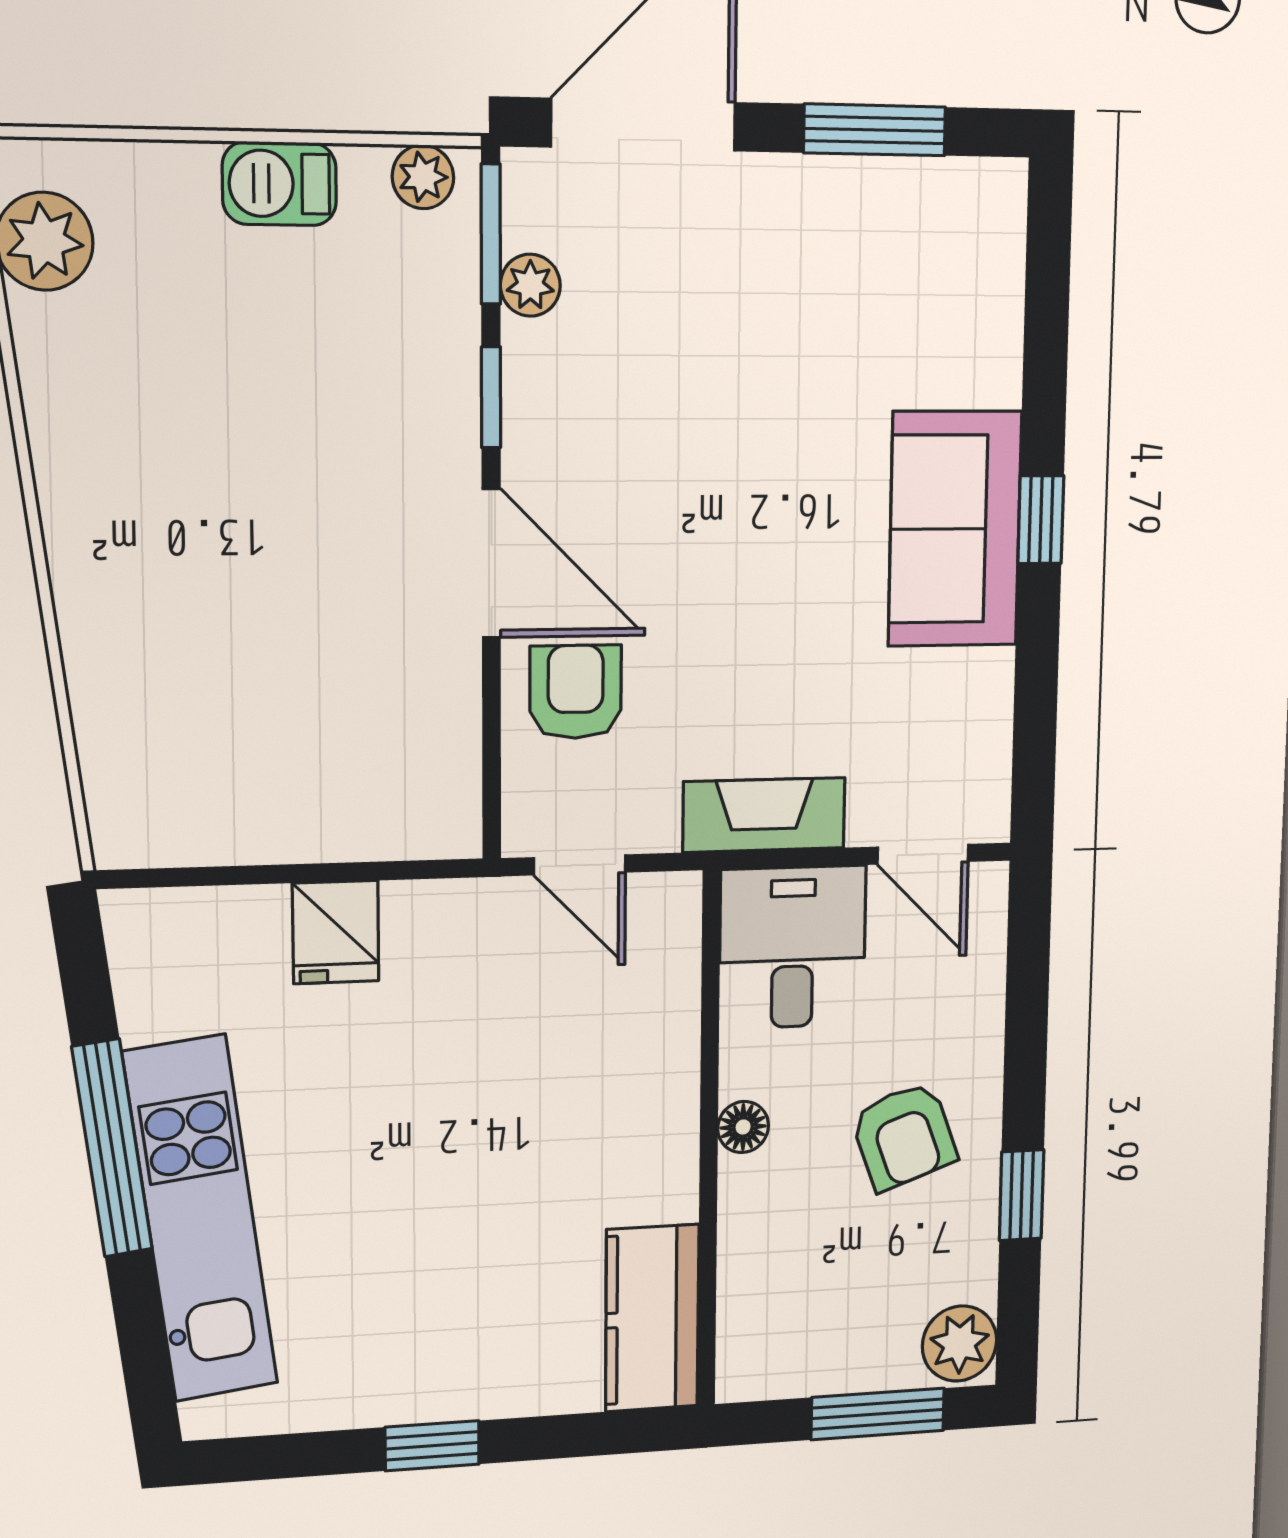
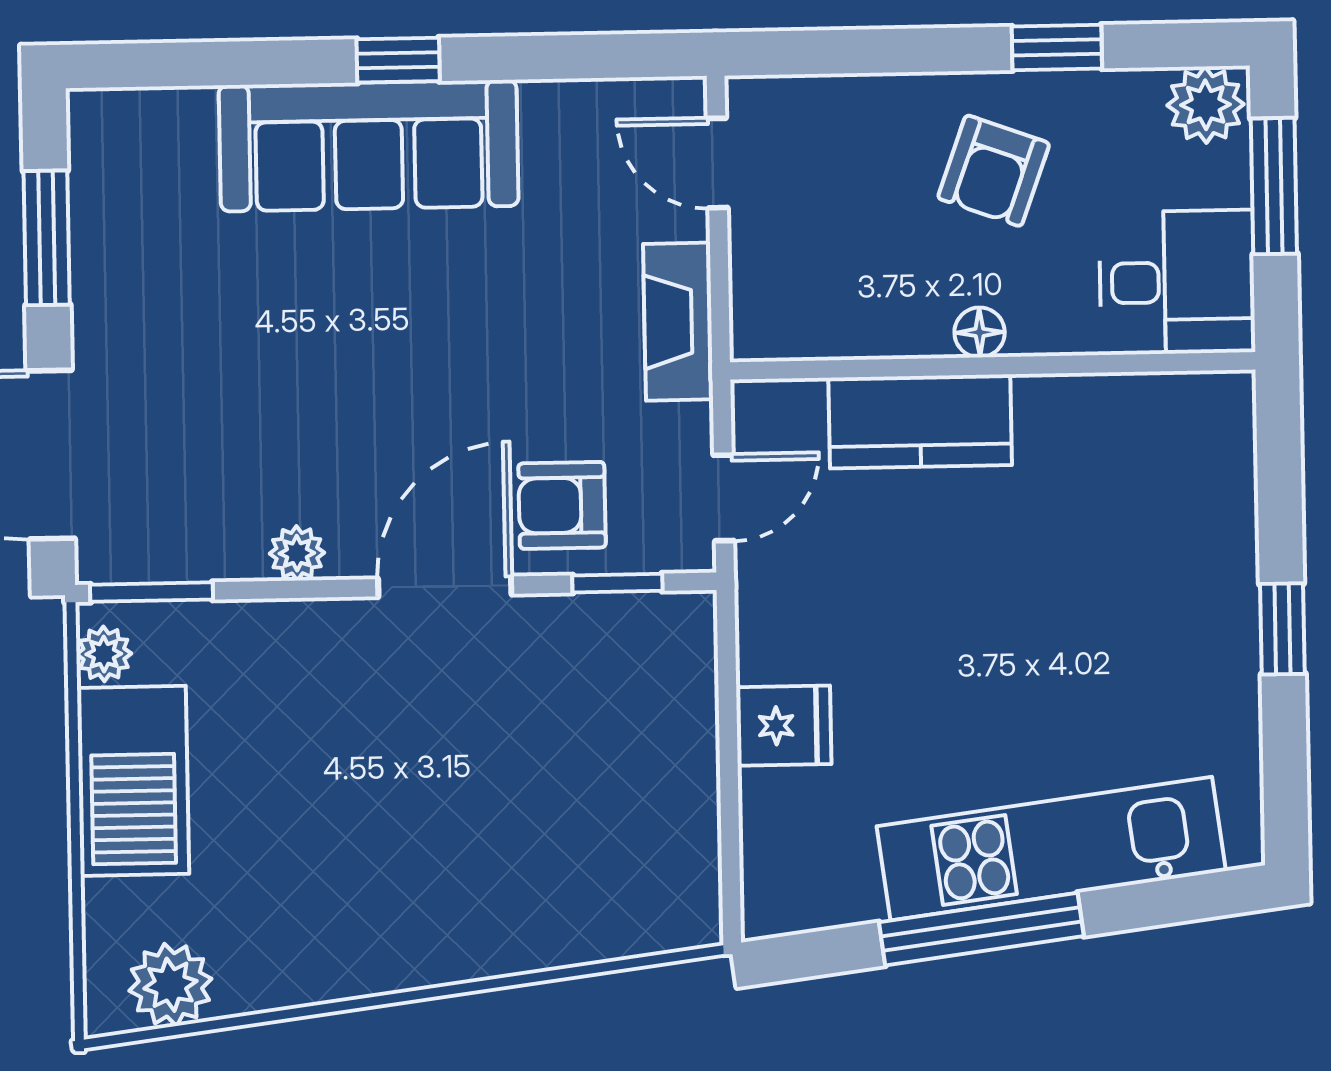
barbecue: (279, 184) -> (133, 781), width x1.88, depth x1.53
plant: (530, 285) -> (297, 553), moved
window: (491, 397) -> (617, 583), moved
sofa: (955, 529) -> (369, 146), width x1.36
door: (923, 854) -> (717, 163), swing flipped
desk: (793, 947) -> (1177, 282), moved, turned 180
armchair: (904, 1136) -> (994, 171), turned 130
kitchen counter: (652, 1318) -> (920, 421), moved

